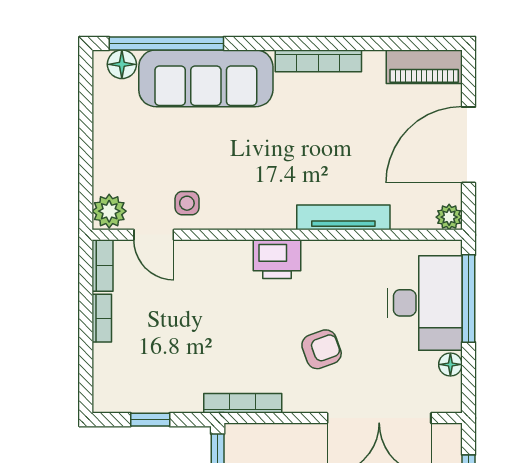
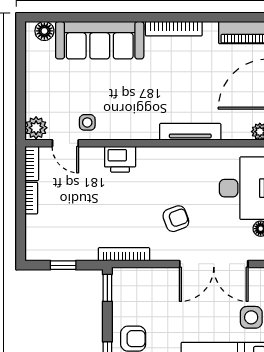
window: (166, 43) -> (74, 17), removed
printer: (277, 259) -> (120, 159), moved

